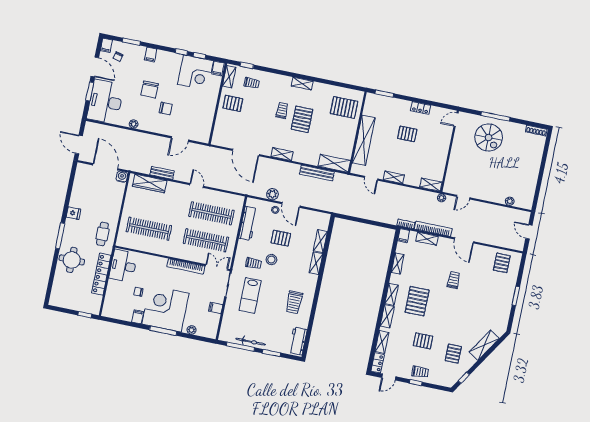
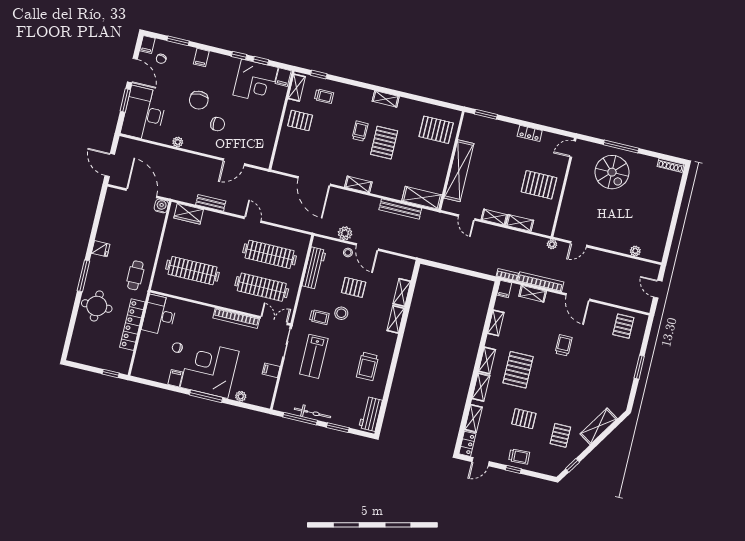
pallet: (407, 134) -> (539, 185), moved, width x1.50, depth x1.42
wardrobe: (150, 183) -> (189, 214), width x0.67
shelving: (431, 185) -> (520, 223), moved

